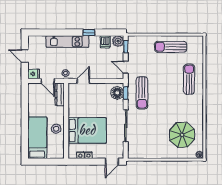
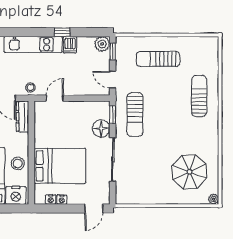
dishwasher: (105, 42) -> (70, 45), moved
sun lounger: (171, 47) -> (158, 59), moved
floor lamp: (117, 93) -> (101, 129), moved
nightstand: (55, 152) -> (16, 195), added

